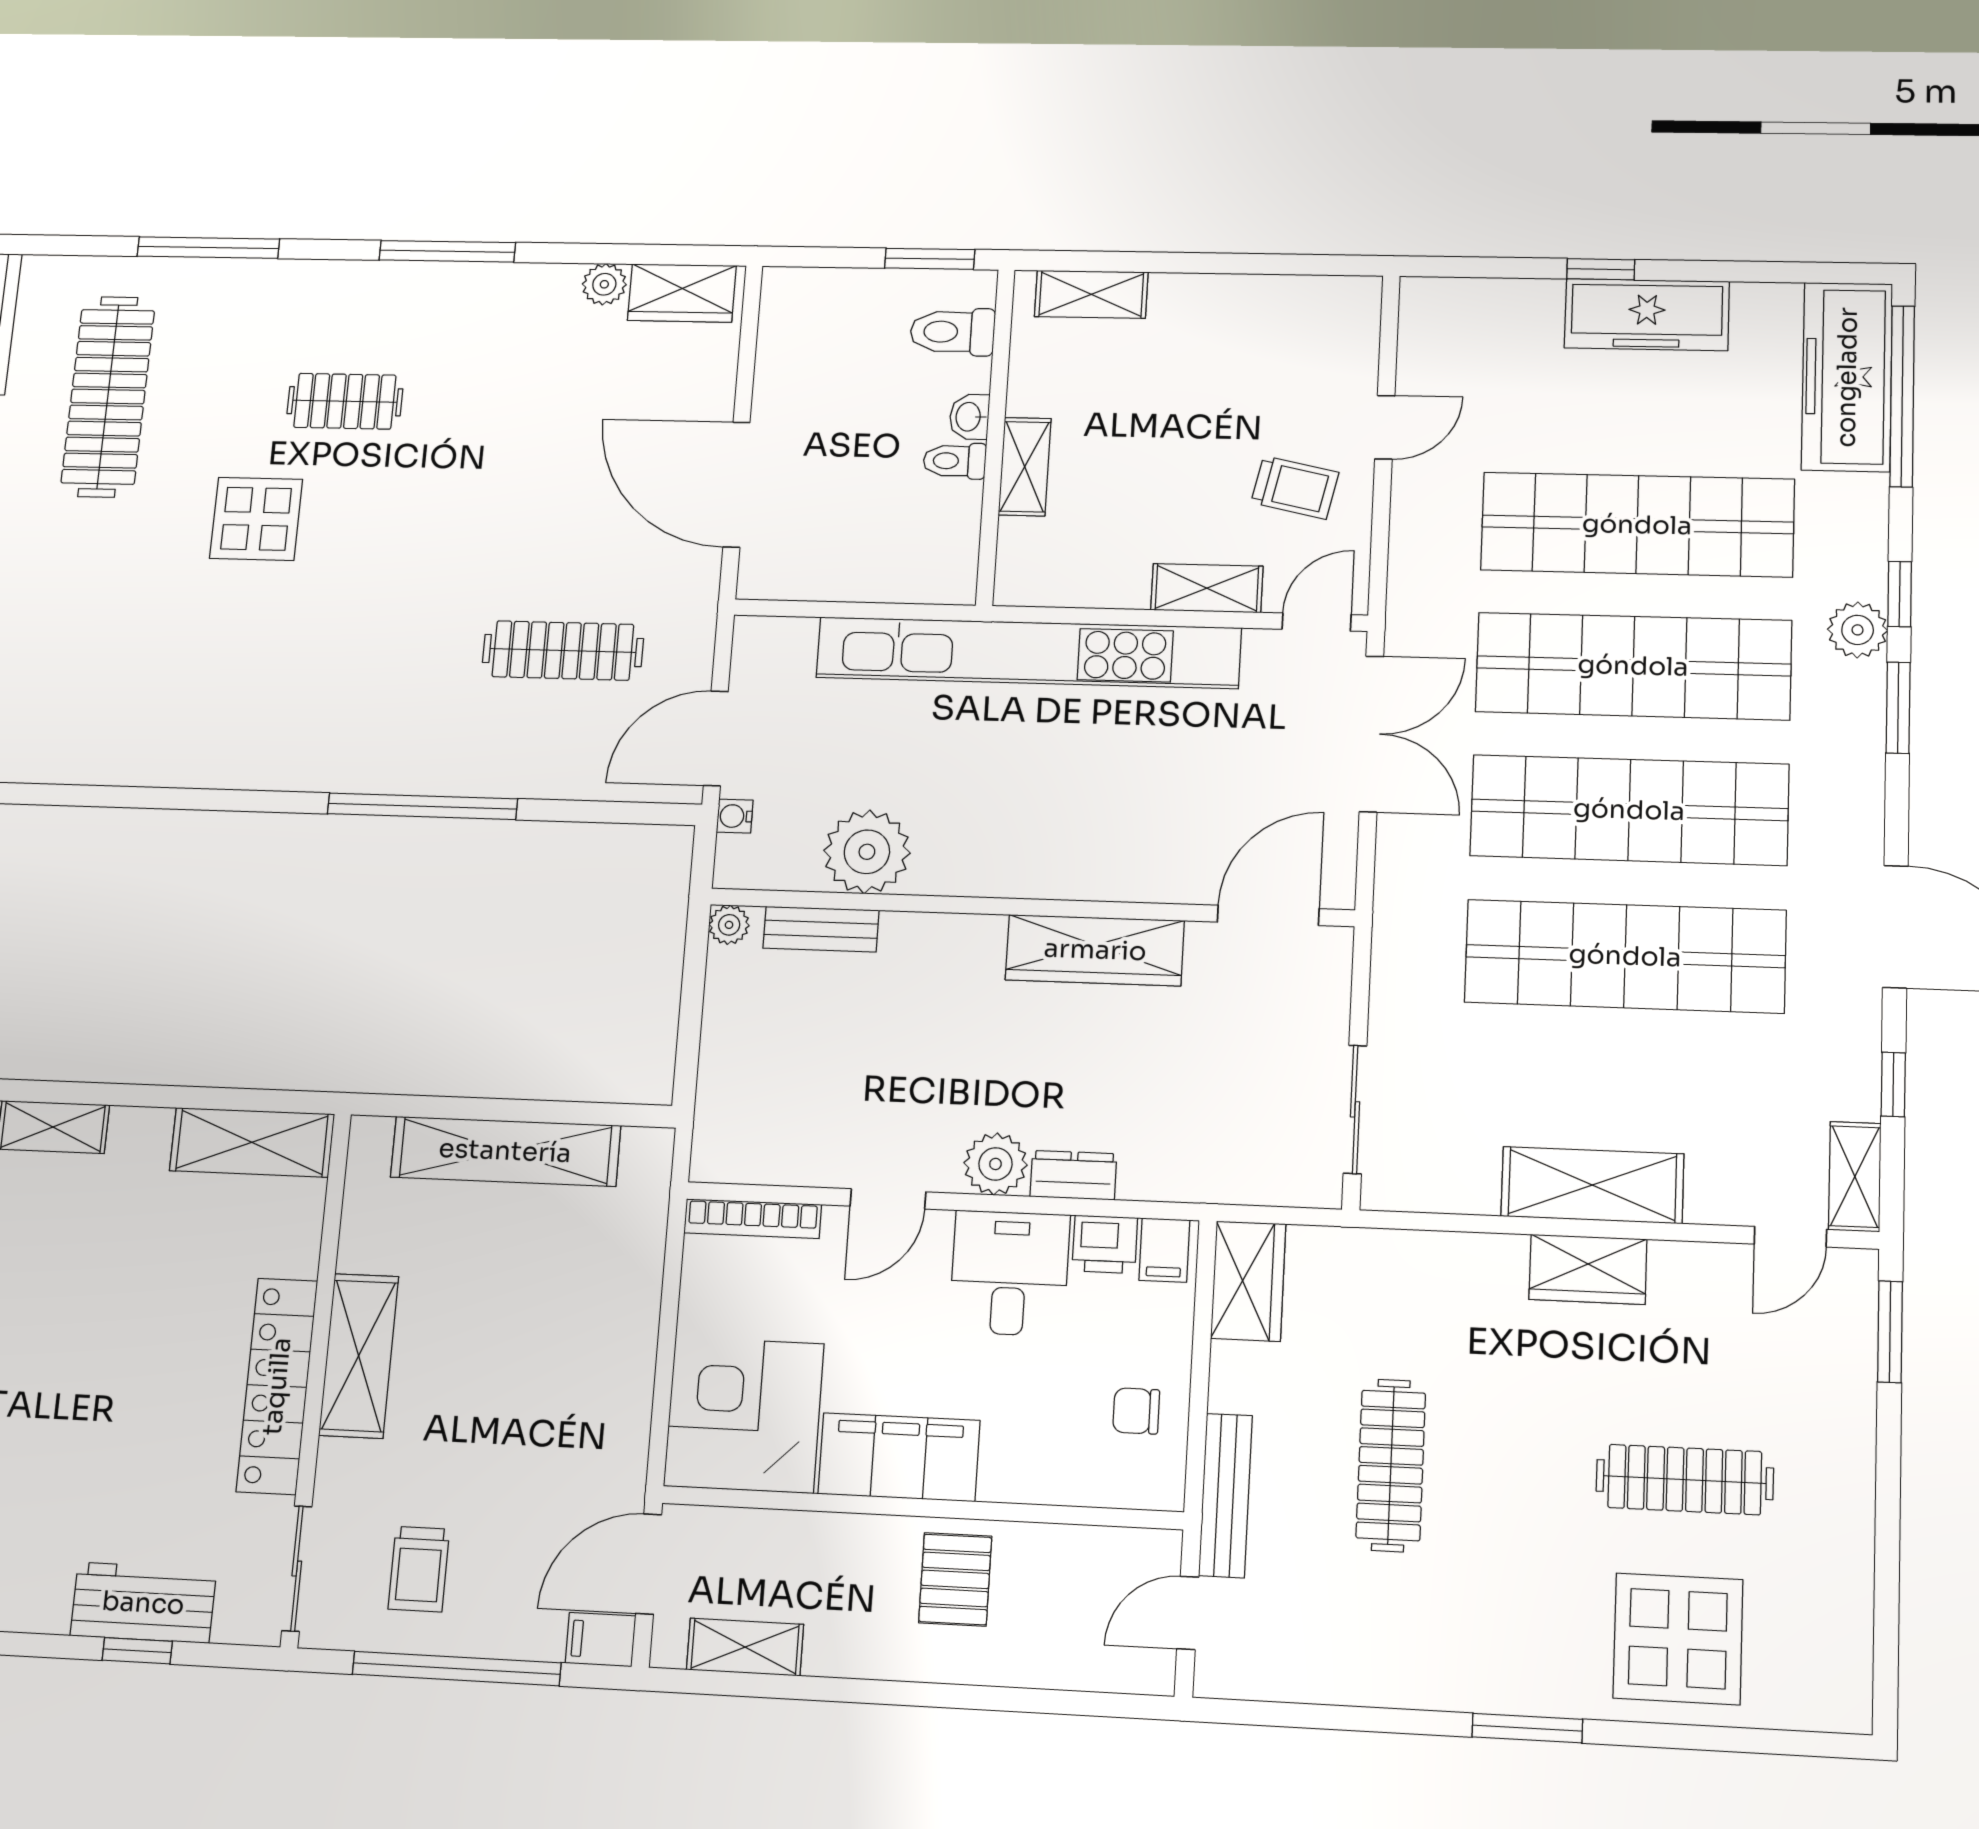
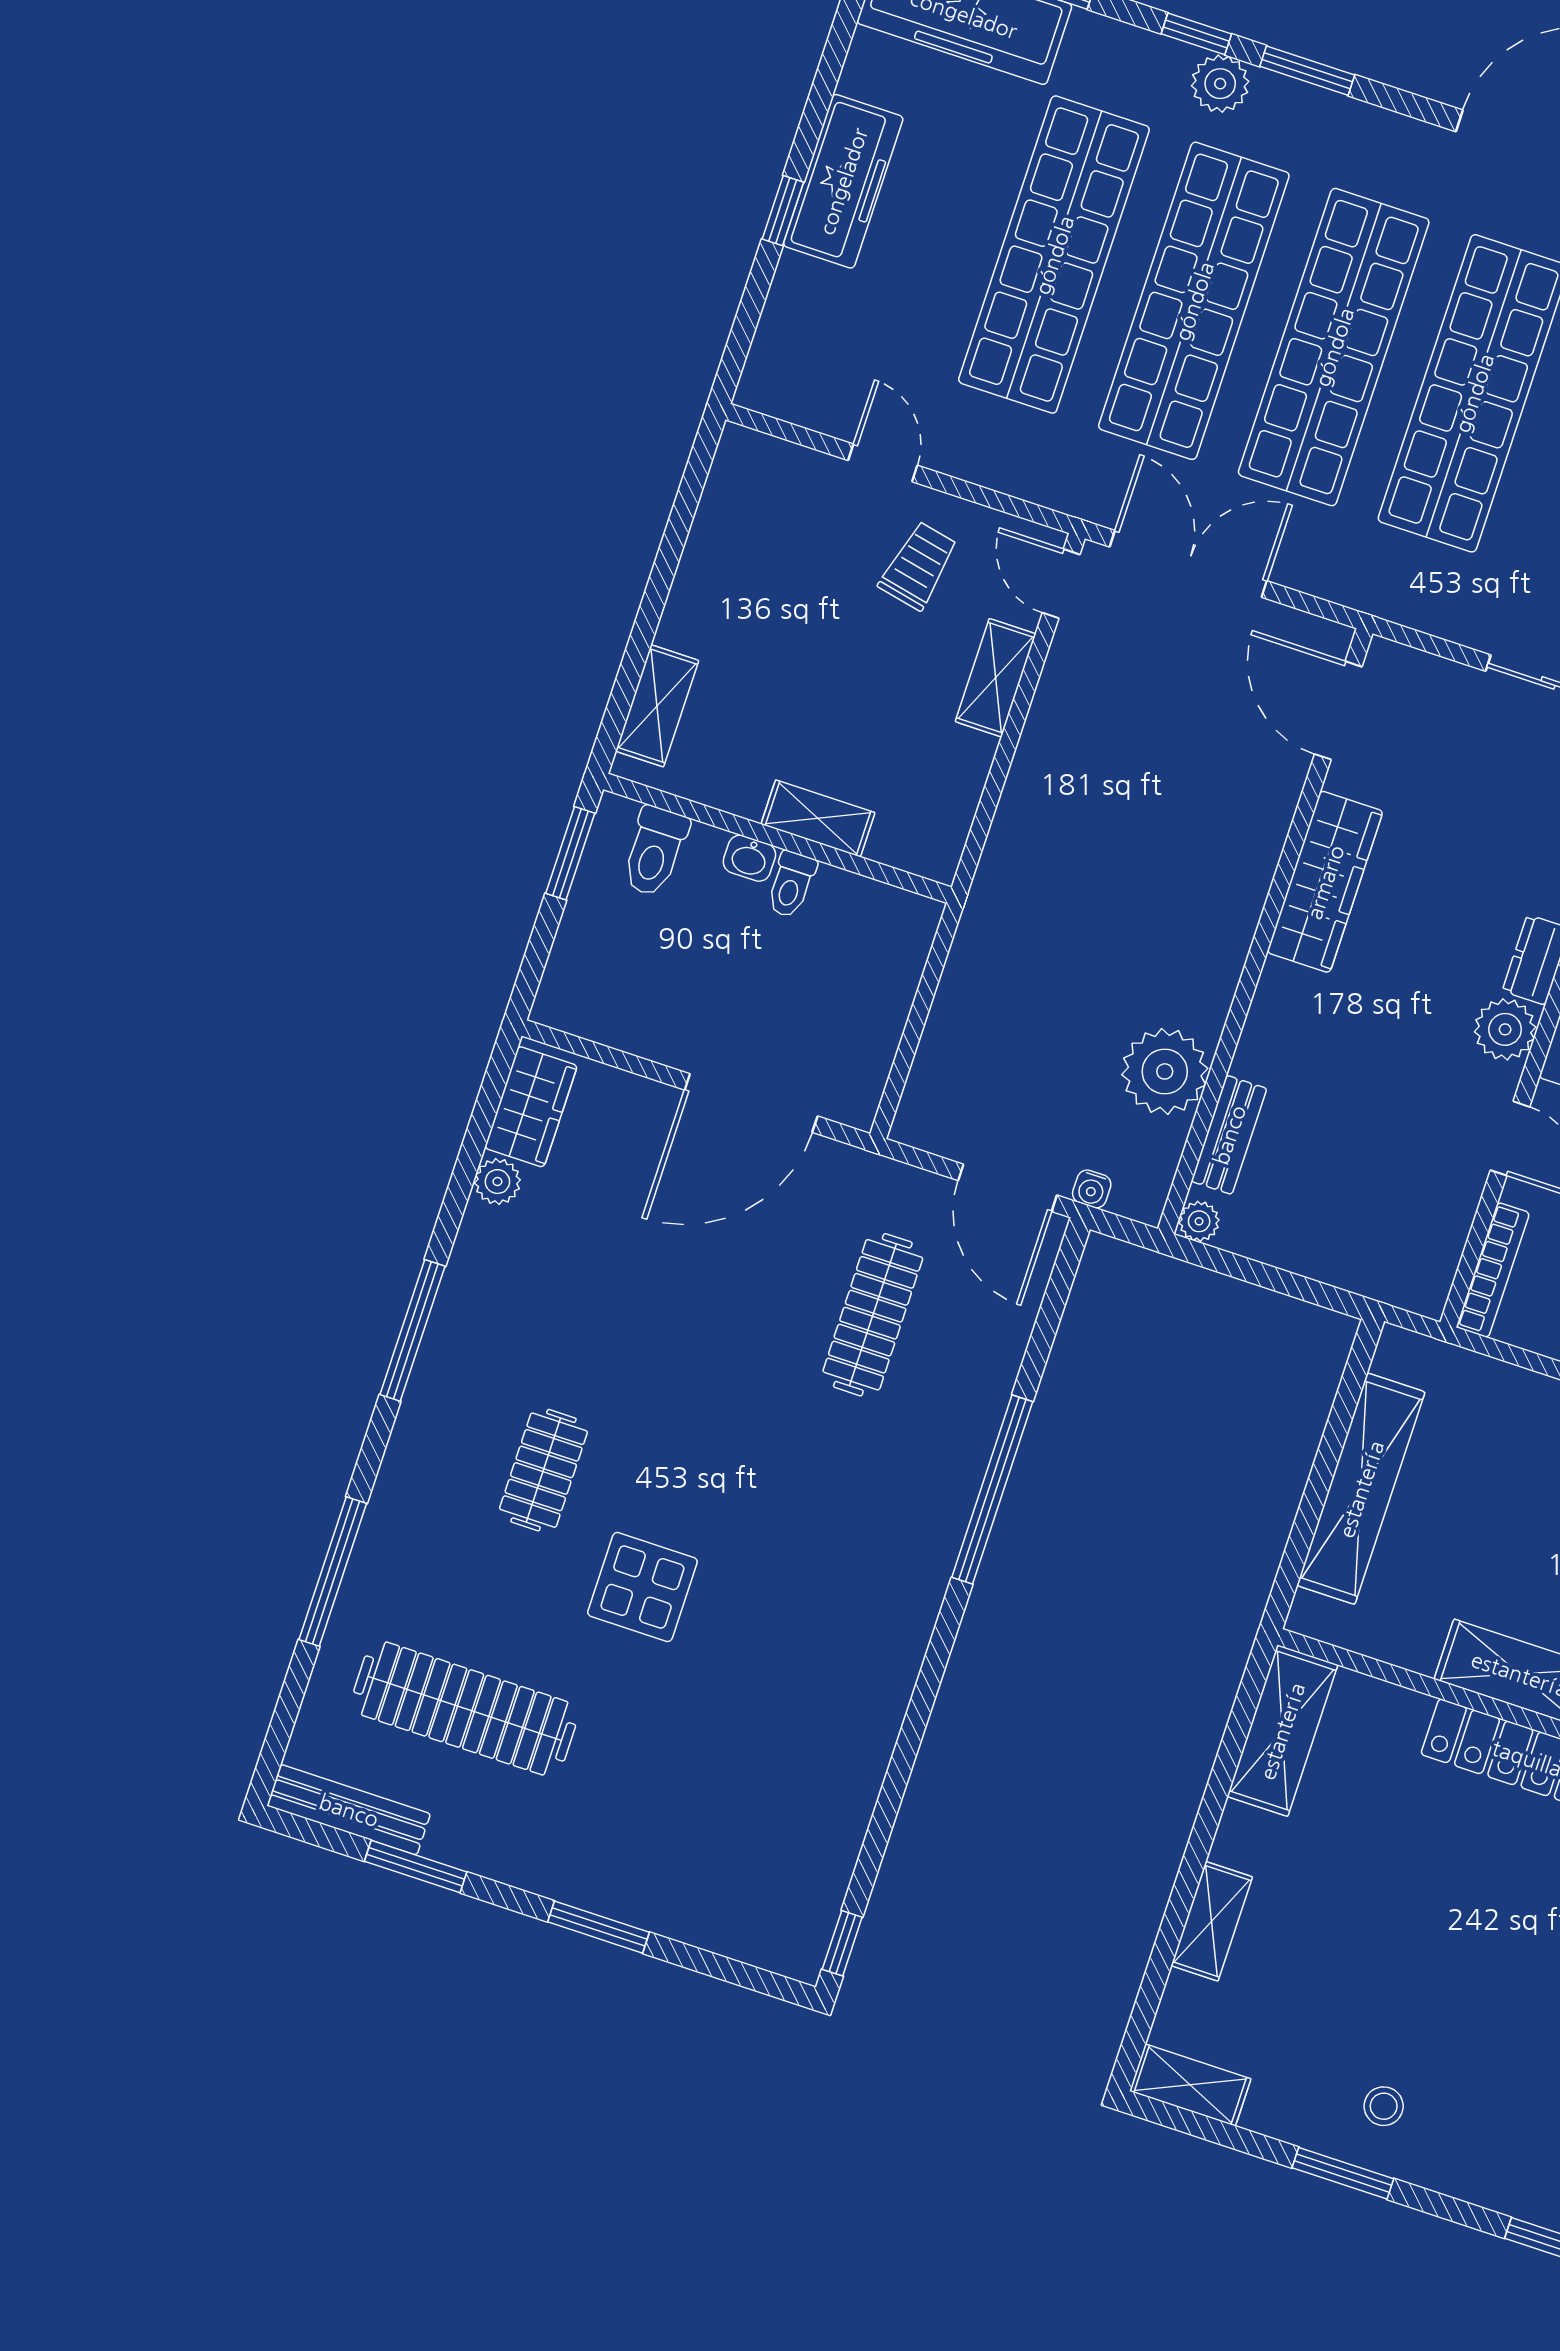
kitchen unit: (1028, 653) -> (1010, 866), removed

